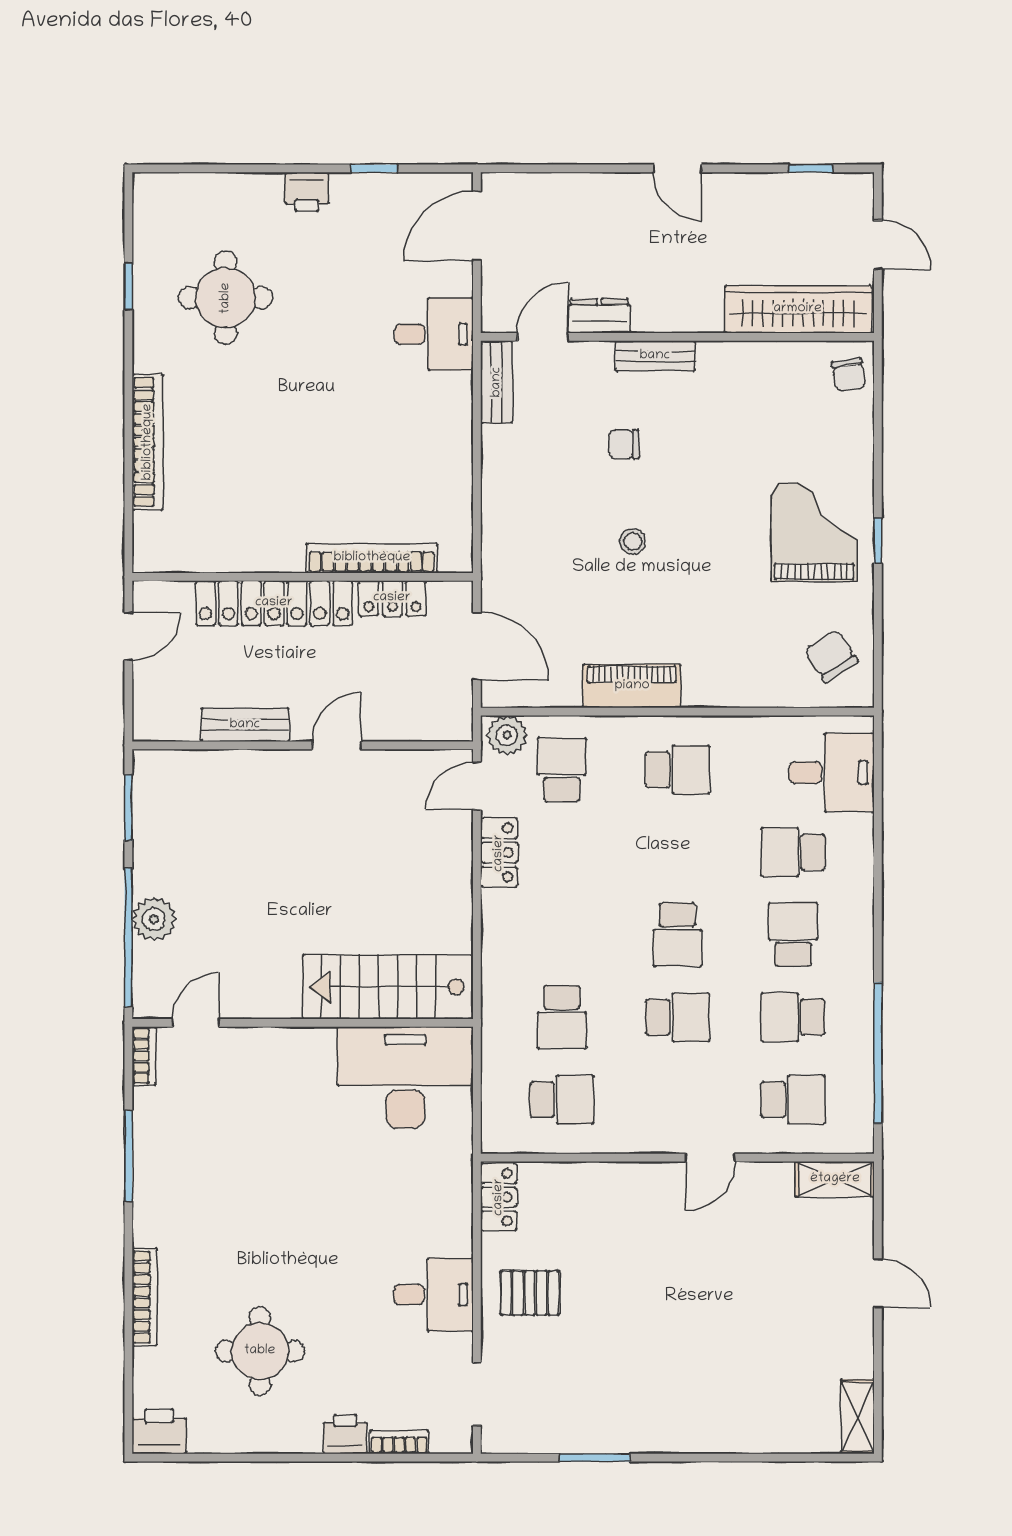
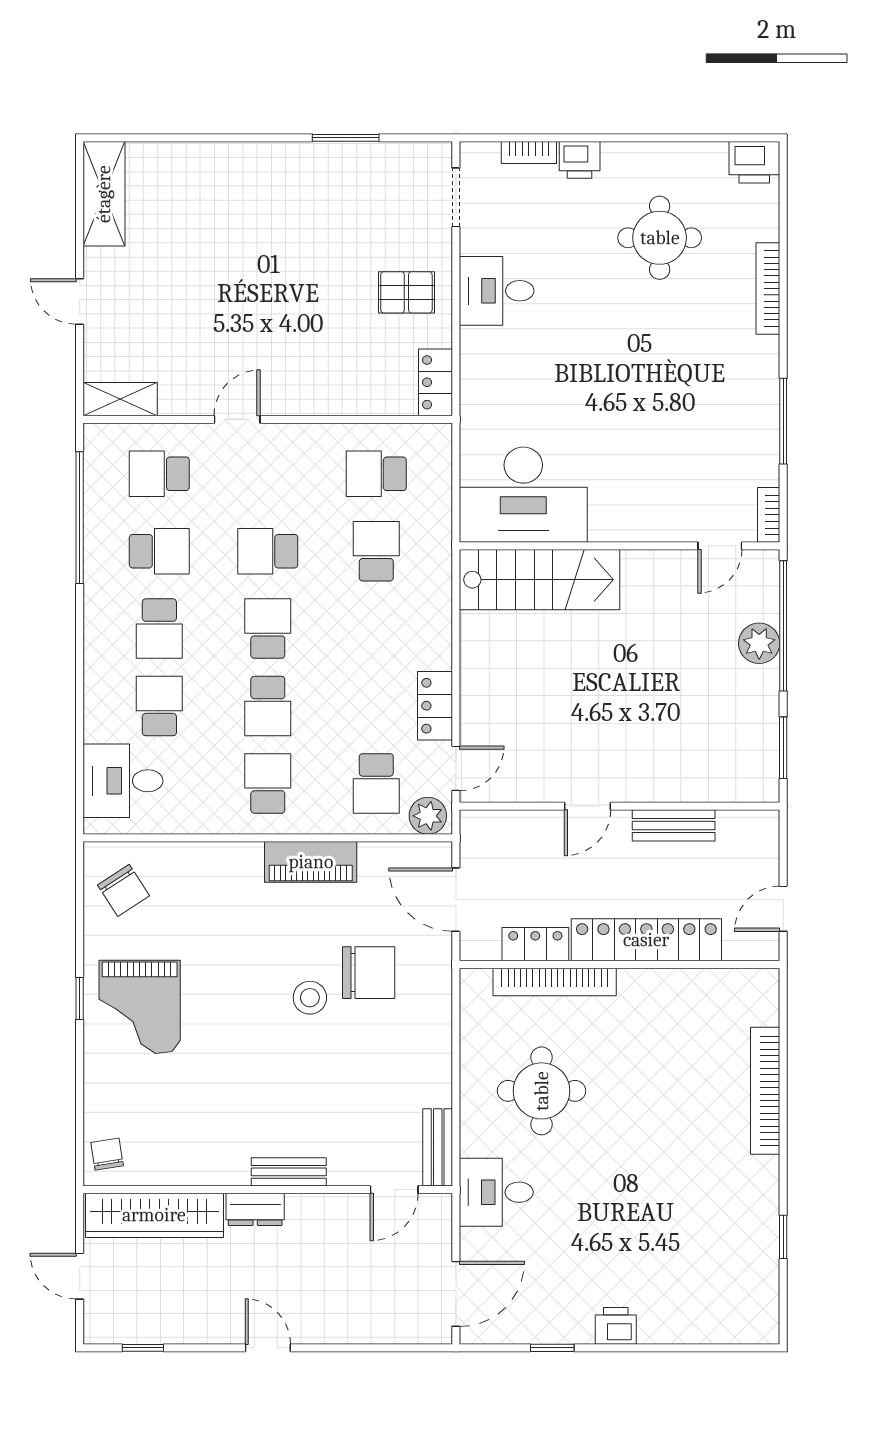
round table: (226, 298) -> (542, 1091), moved
dresser: (599, 316) -> (255, 1209), moved
chair: (624, 444) -> (369, 973), moved, width x1.87, depth x1.87
stool: (633, 541) -> (310, 998), width x1.37, depth x1.37
school desk: (677, 770) -> (268, 783), turned 90
school desk: (677, 852) -> (268, 706), added
school desk: (793, 852) -> (159, 706), turned -90
shelving: (858, 1417) -> (104, 194), width x1.50, depth x1.33

